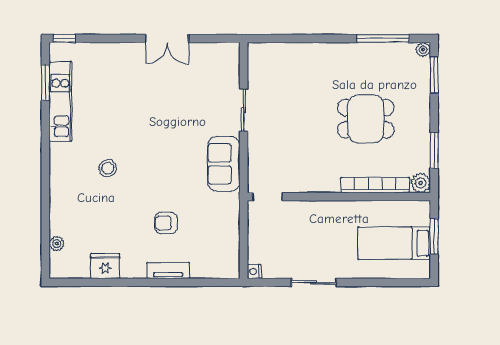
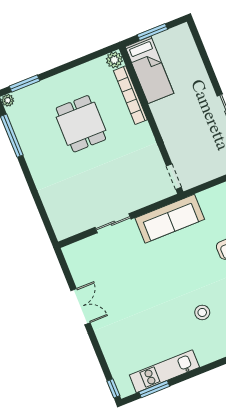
window: (434, 151) -> (84, 59), removed
sofa: (224, 164) -> (170, 219), width x1.36
bed: (394, 243) -> (149, 70), moved

